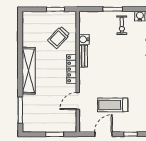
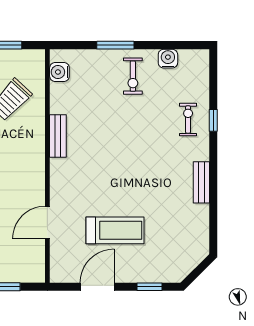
water cooler: (84, 39) -> (59, 72), moved
locker: (72, 69) -> (36, 161), removed
treadmill: (113, 105) -> (115, 230), turned 180

